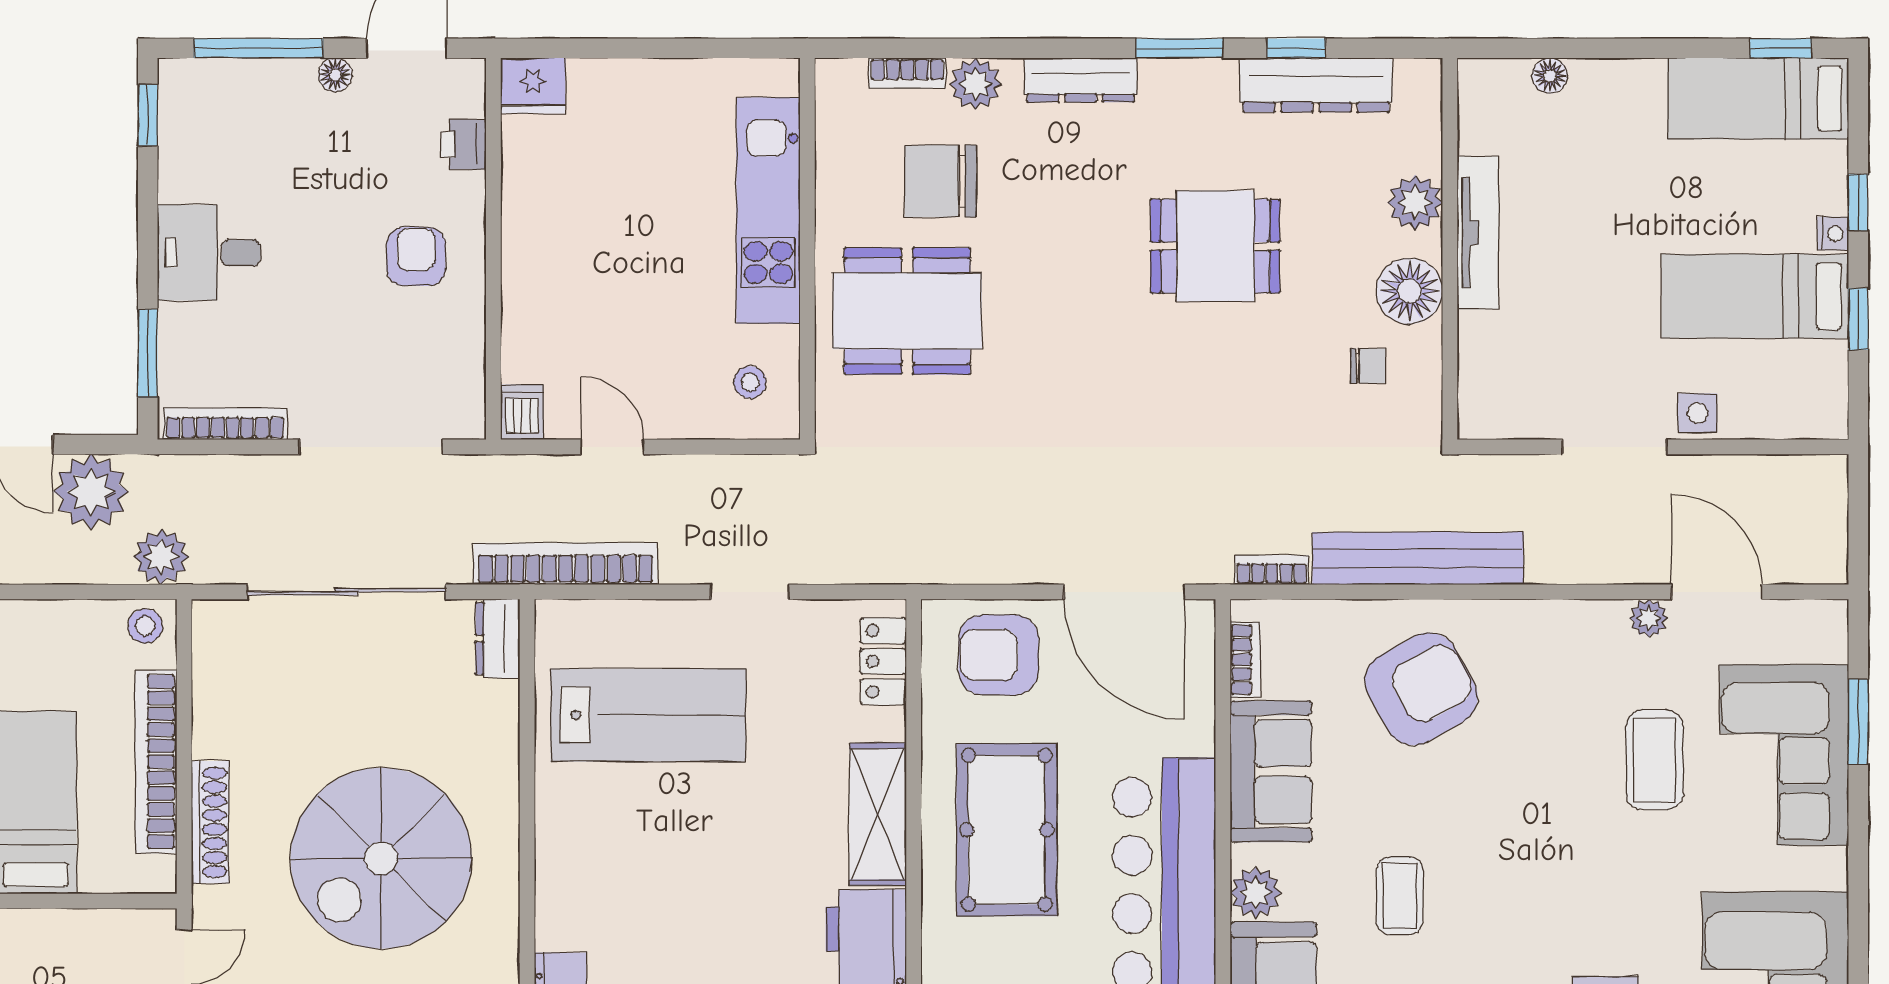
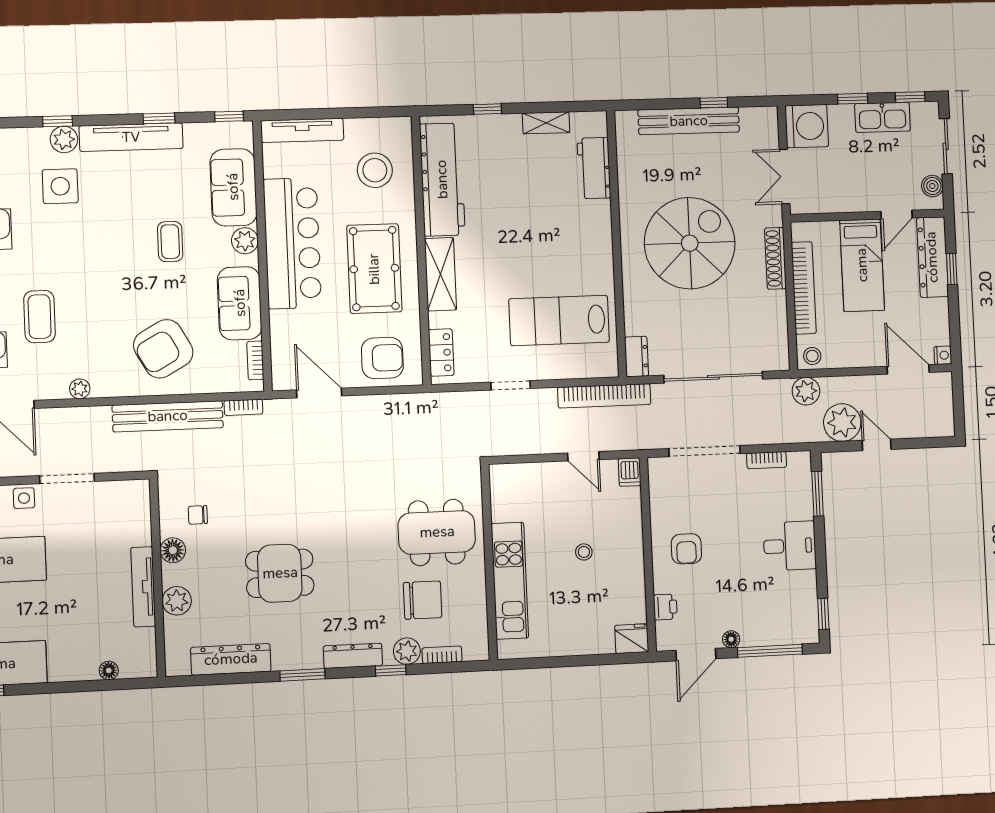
window: (1296, 48) -> (391, 670), moved
floor lamp: (1410, 291) -> (173, 550), width x0.73, depth x0.73
stool: (750, 382) -> (584, 552), moved
bookcase: (225, 424) -> (767, 460), width x0.64
door: (1124, 592) -> (319, 393), width x0.73
plant: (1649, 618) -> (80, 389), moved

